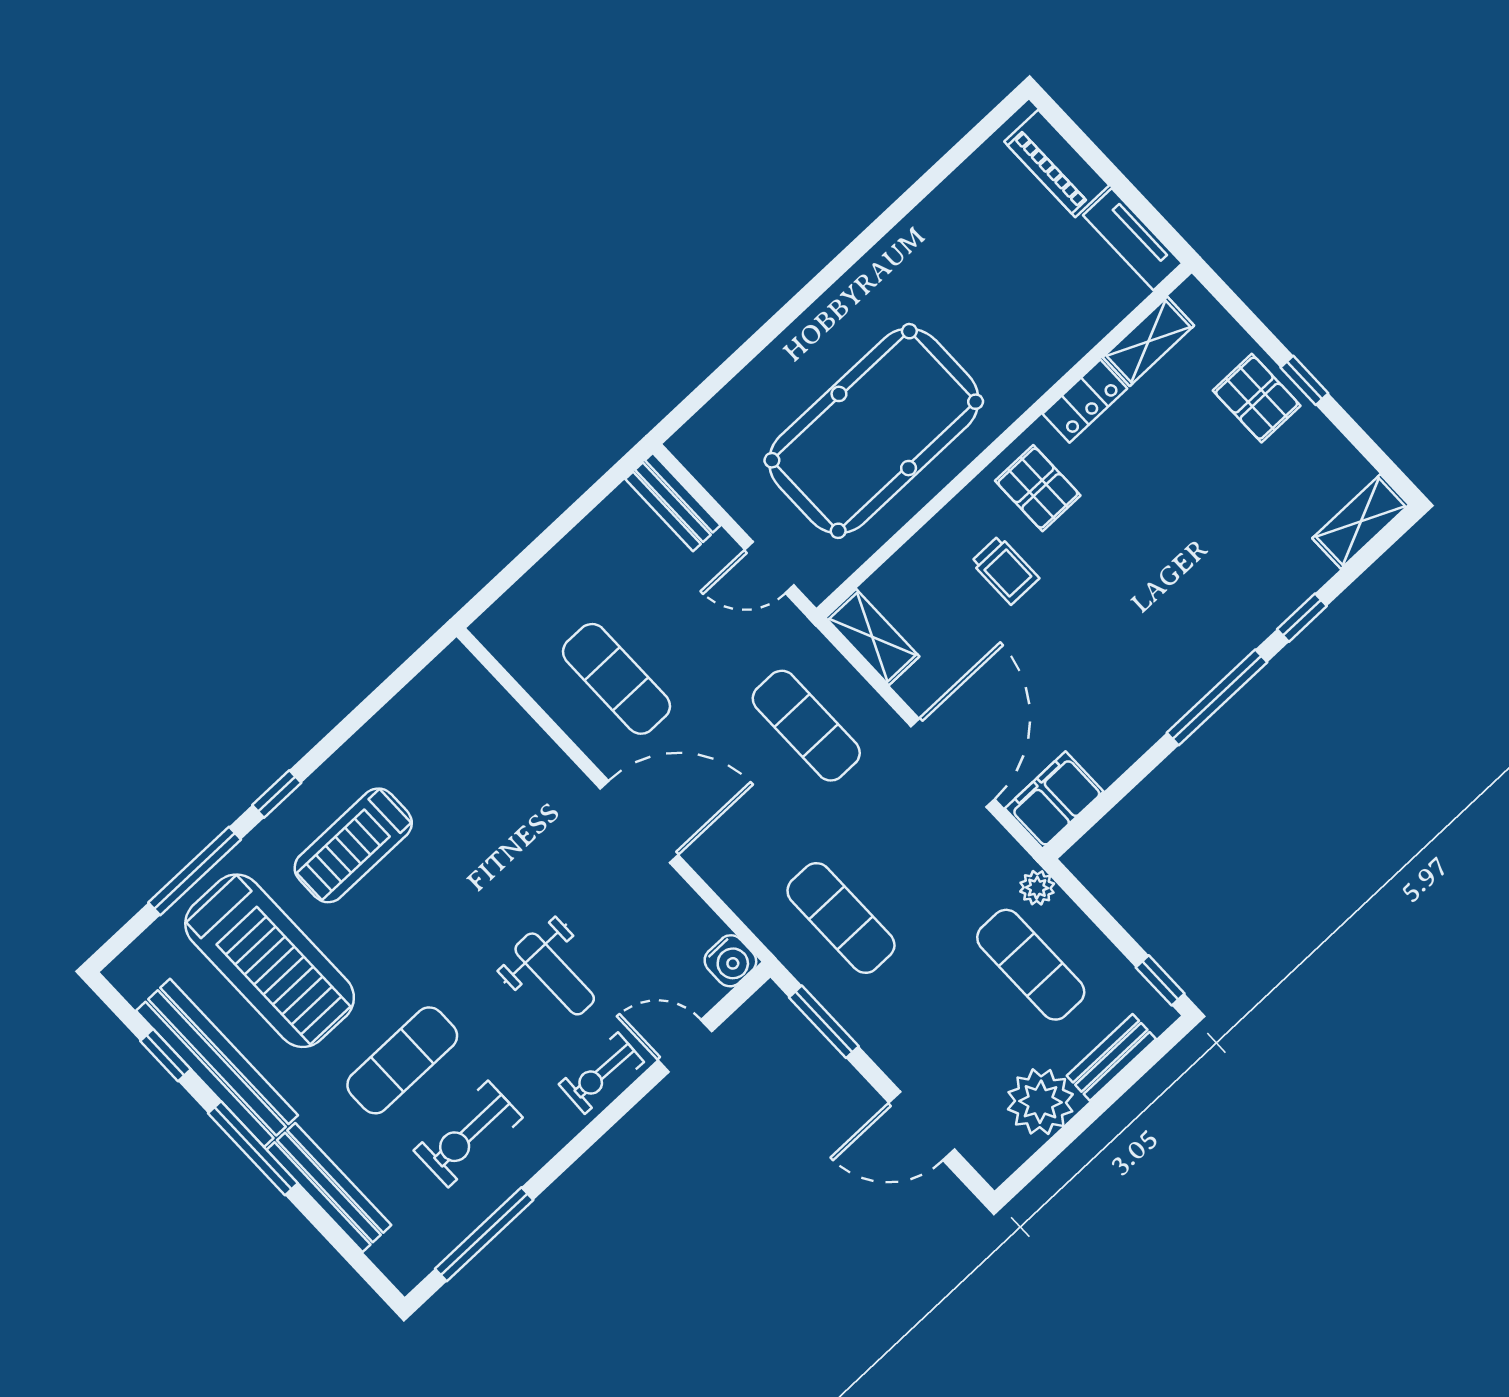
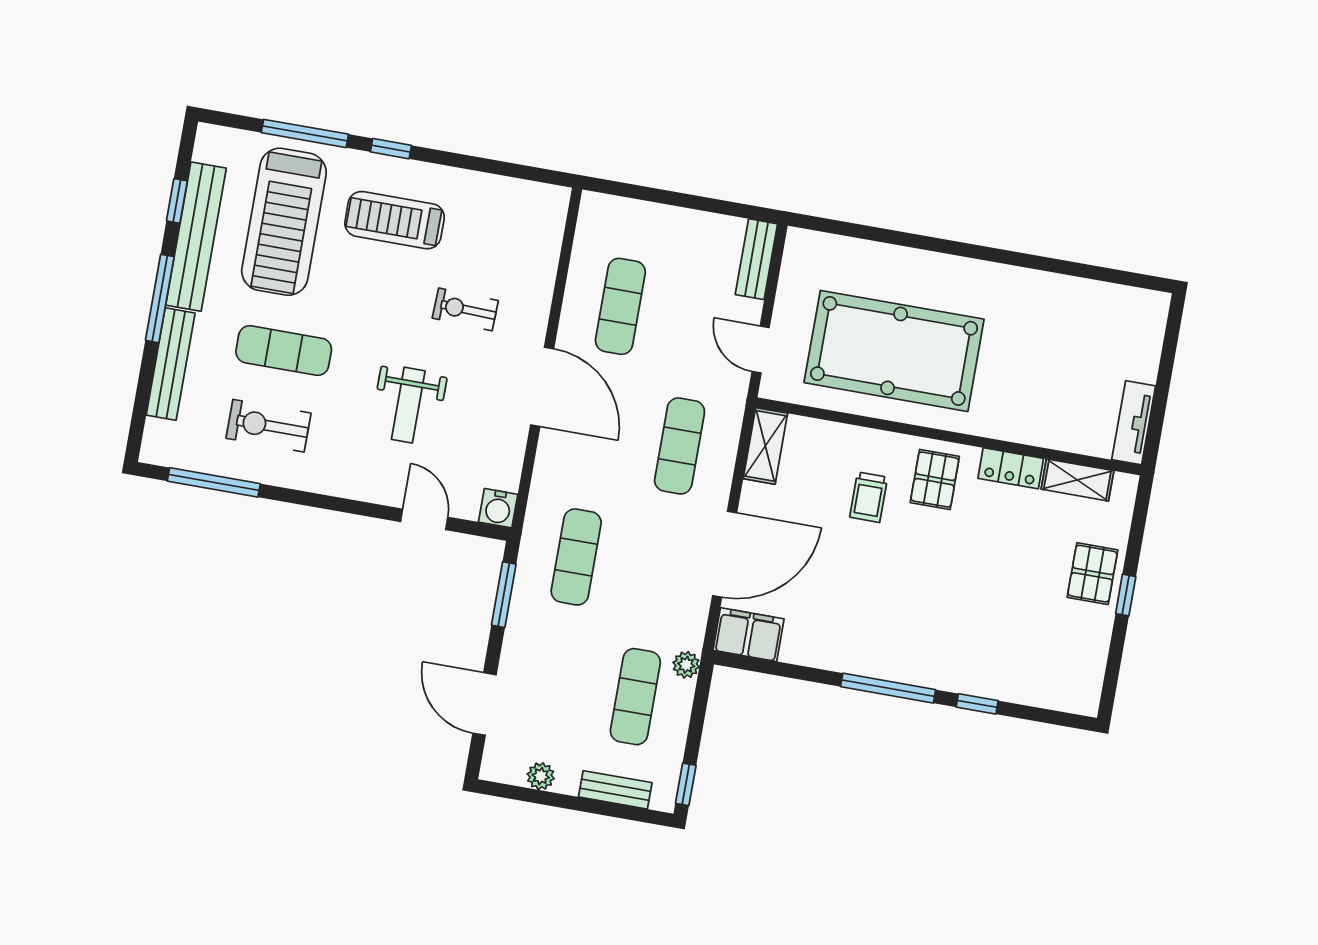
piano: (1057, 163) -> (1145, 340), removed
shelving: (1361, 521) -> (1064, 696), removed
exercise bike: (601, 1073) -> (465, 309), moved
plant: (1040, 1102) -> (541, 776), width x0.53, depth x0.53

